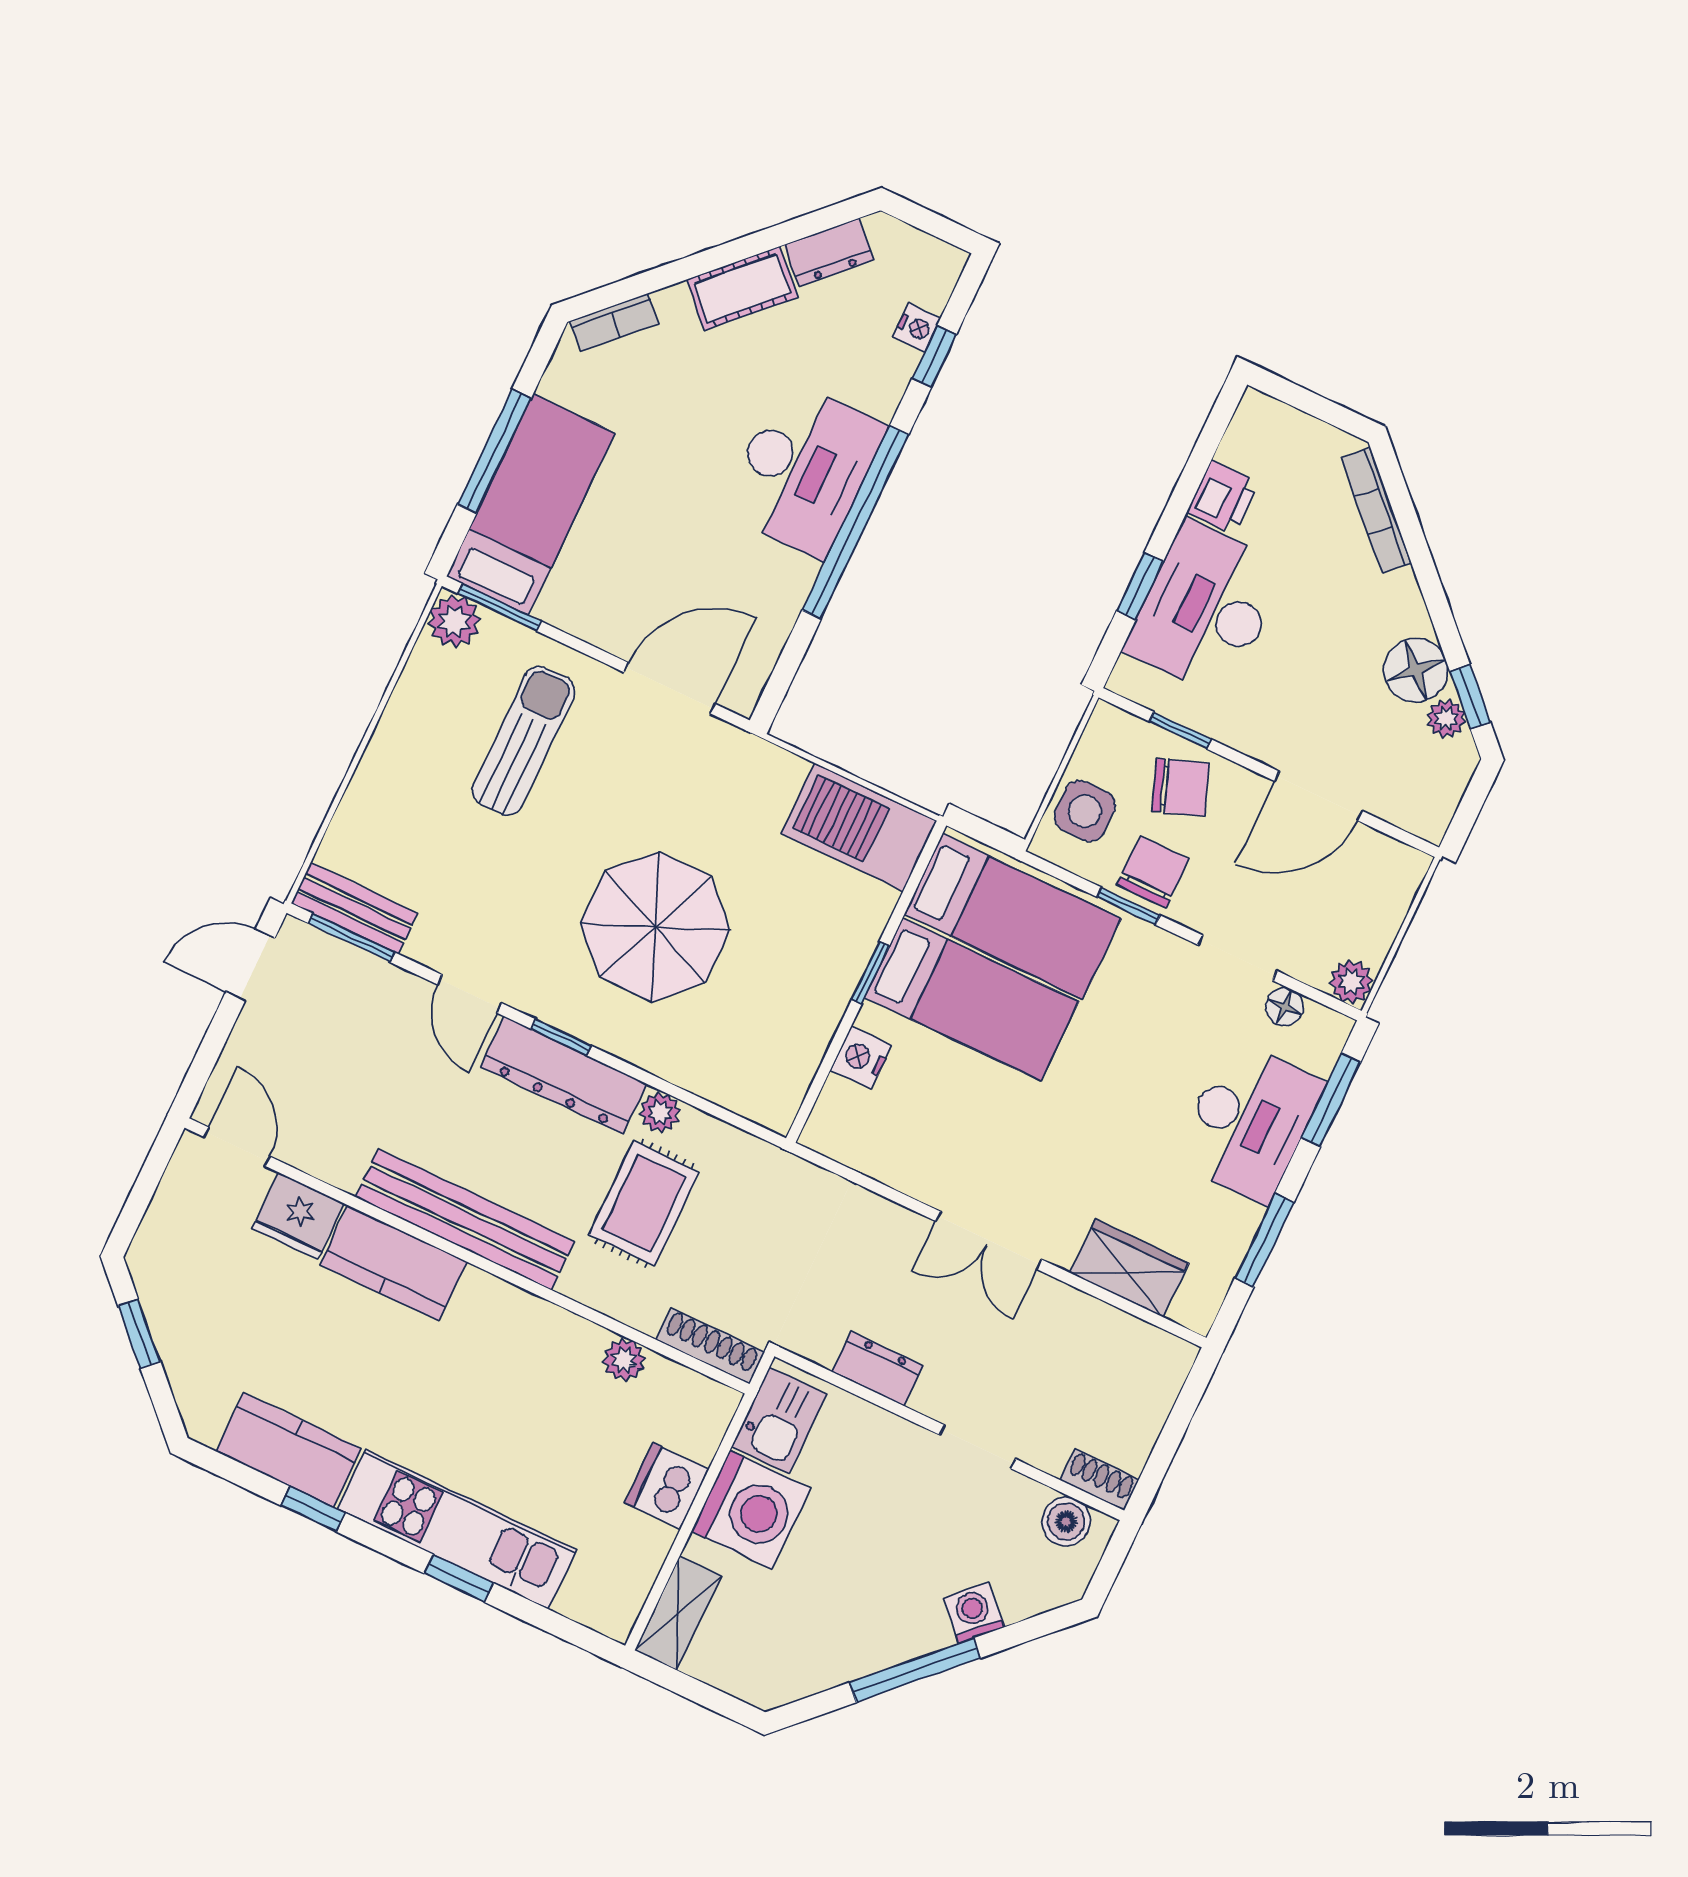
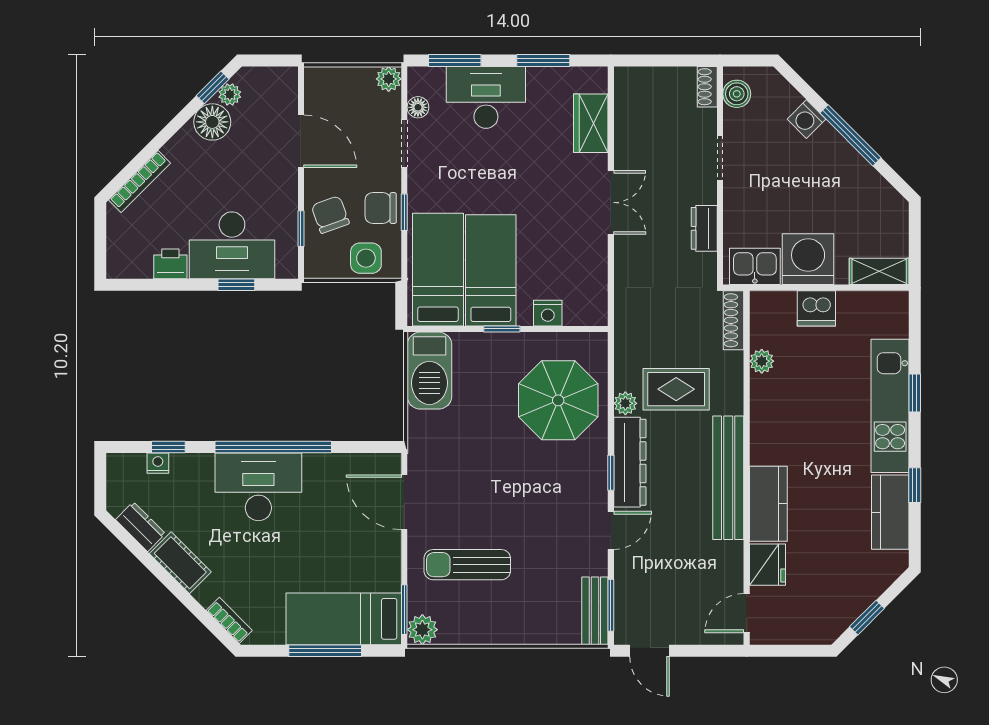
parasol: (655, 927) -> (558, 400), moved

